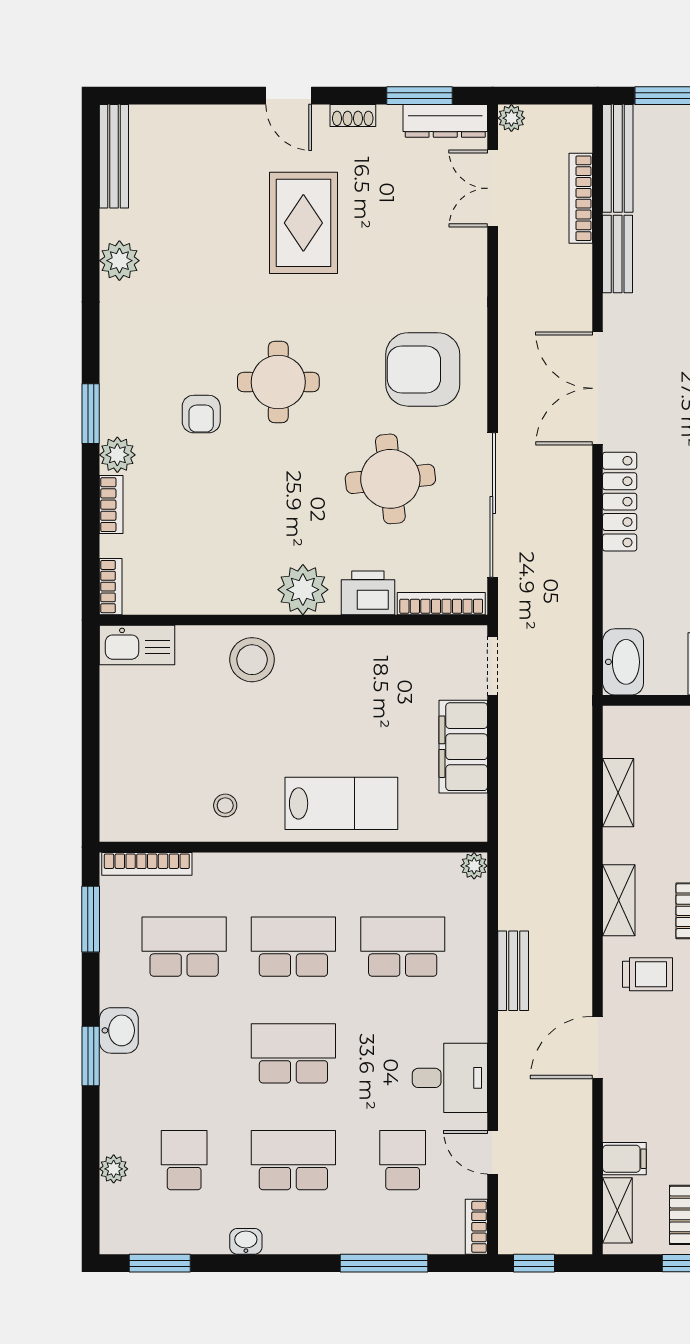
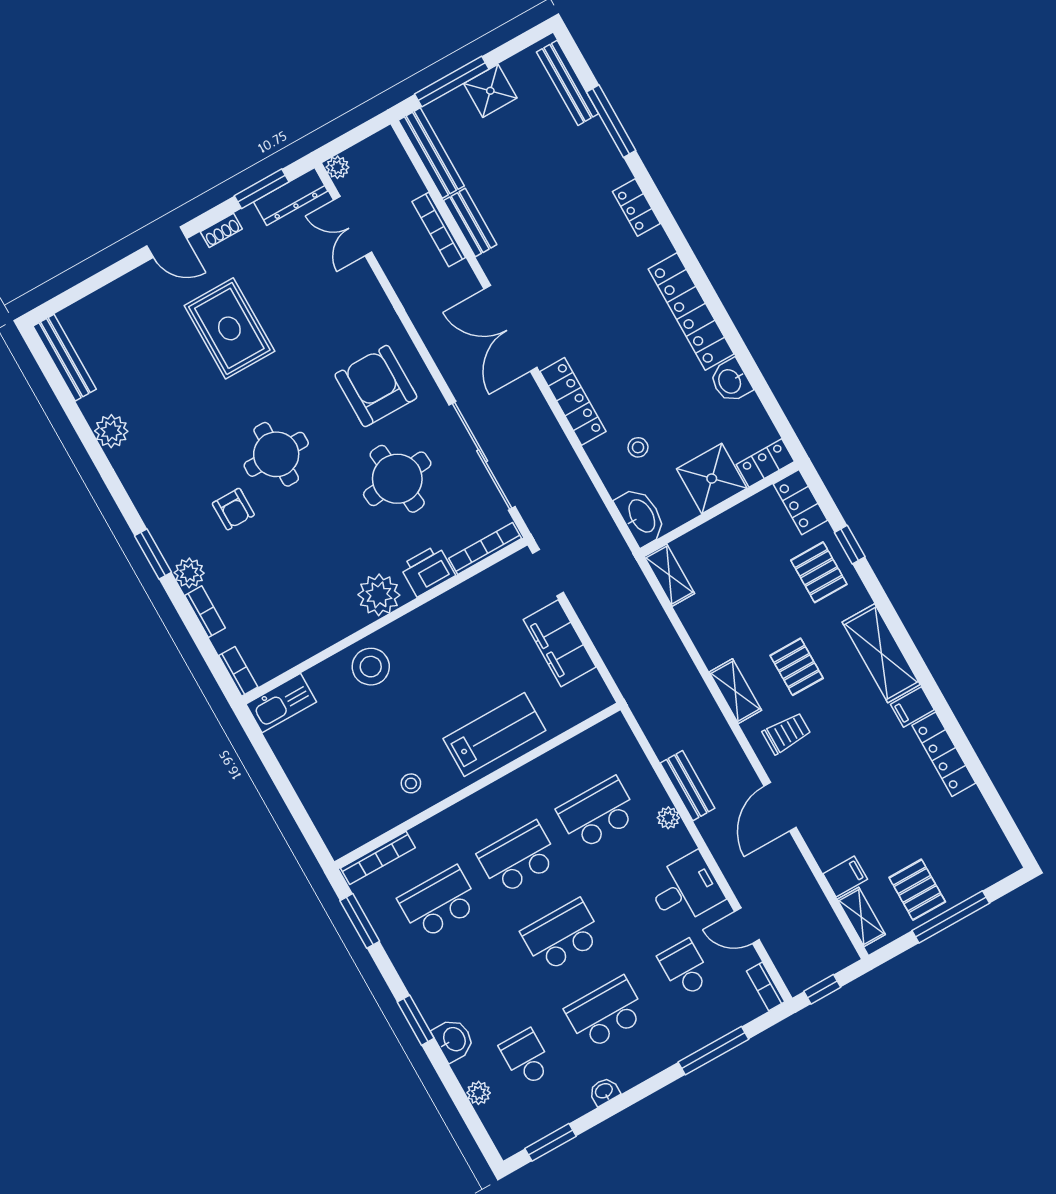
bookcase: (581, 198) -> (439, 229), moved
armchair: (423, 369) -> (376, 386), turned 90
stool: (661, 588) -> (638, 447), added
shelving: (618, 793) -> (669, 575), moved
plant: (474, 866) -> (668, 818), moved
washbasin: (119, 1030) -> (454, 1040), moved

